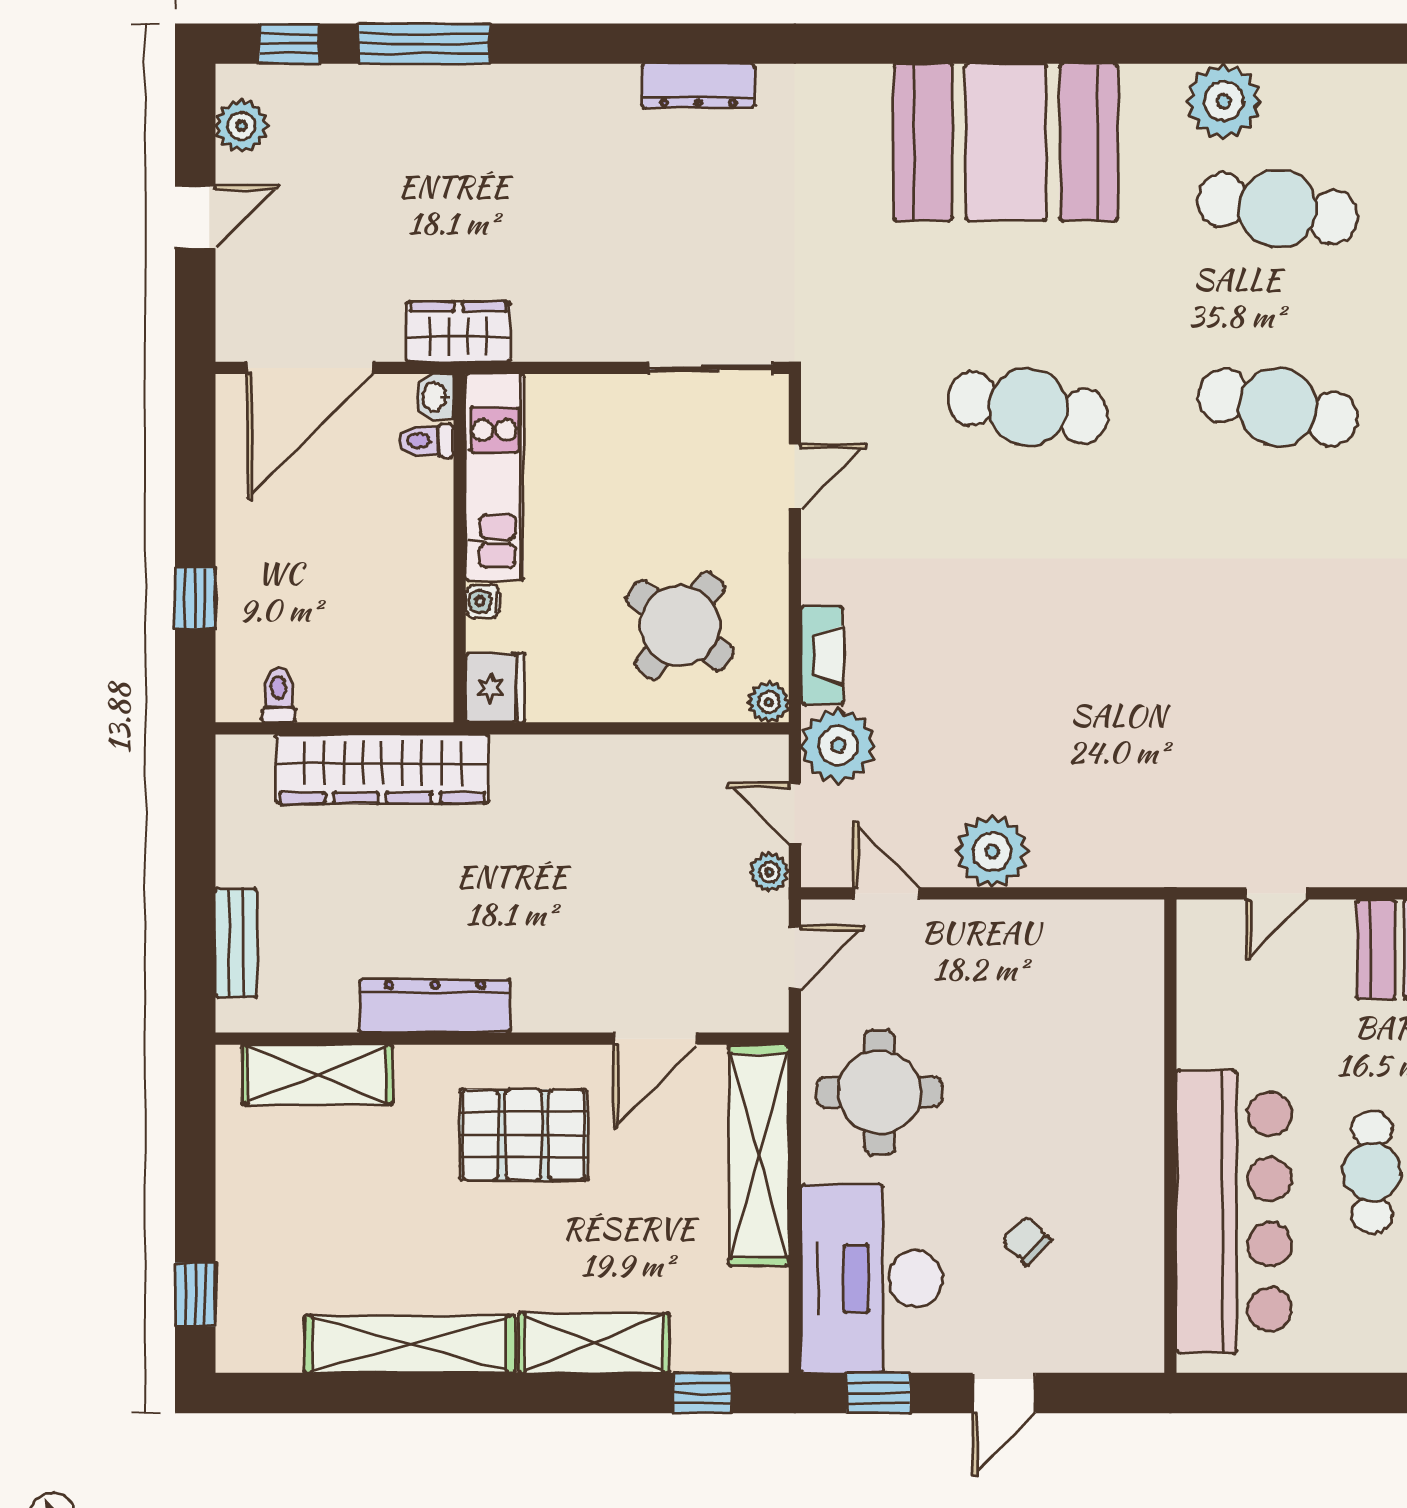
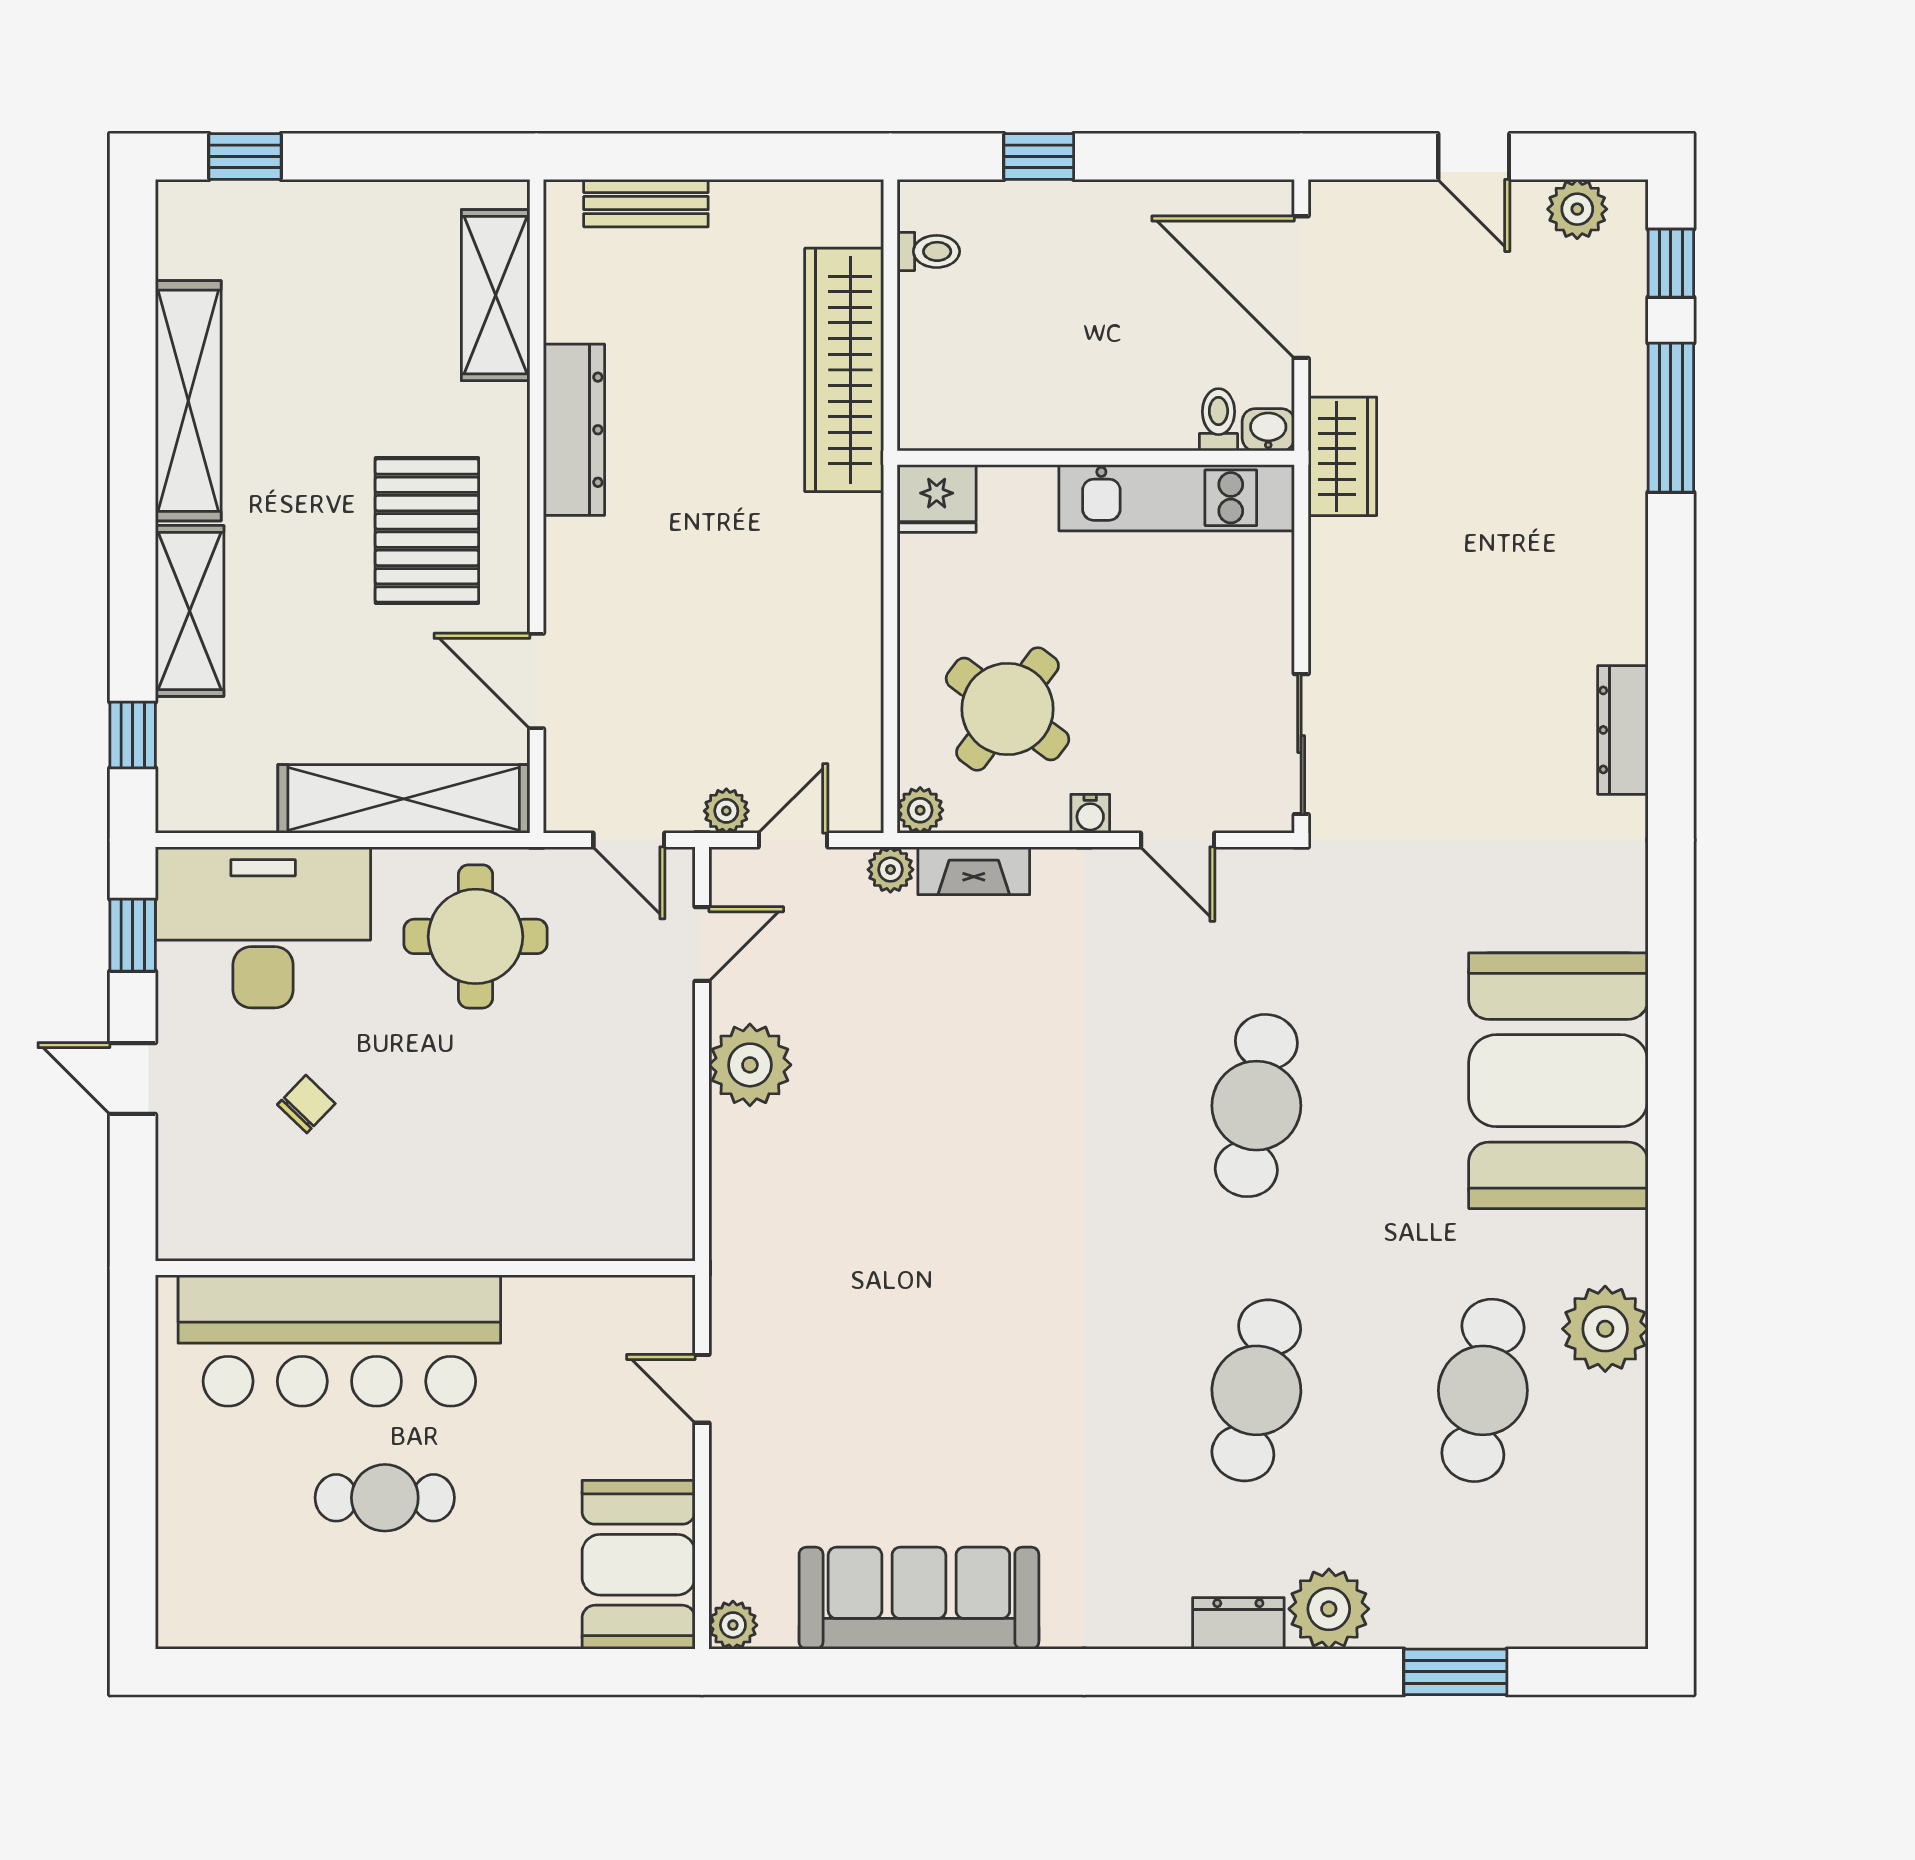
water cooler: (483, 601) -> (1090, 814), moved, turned 180
plant: (838, 746) -> (890, 870), width x0.53, depth x0.53

